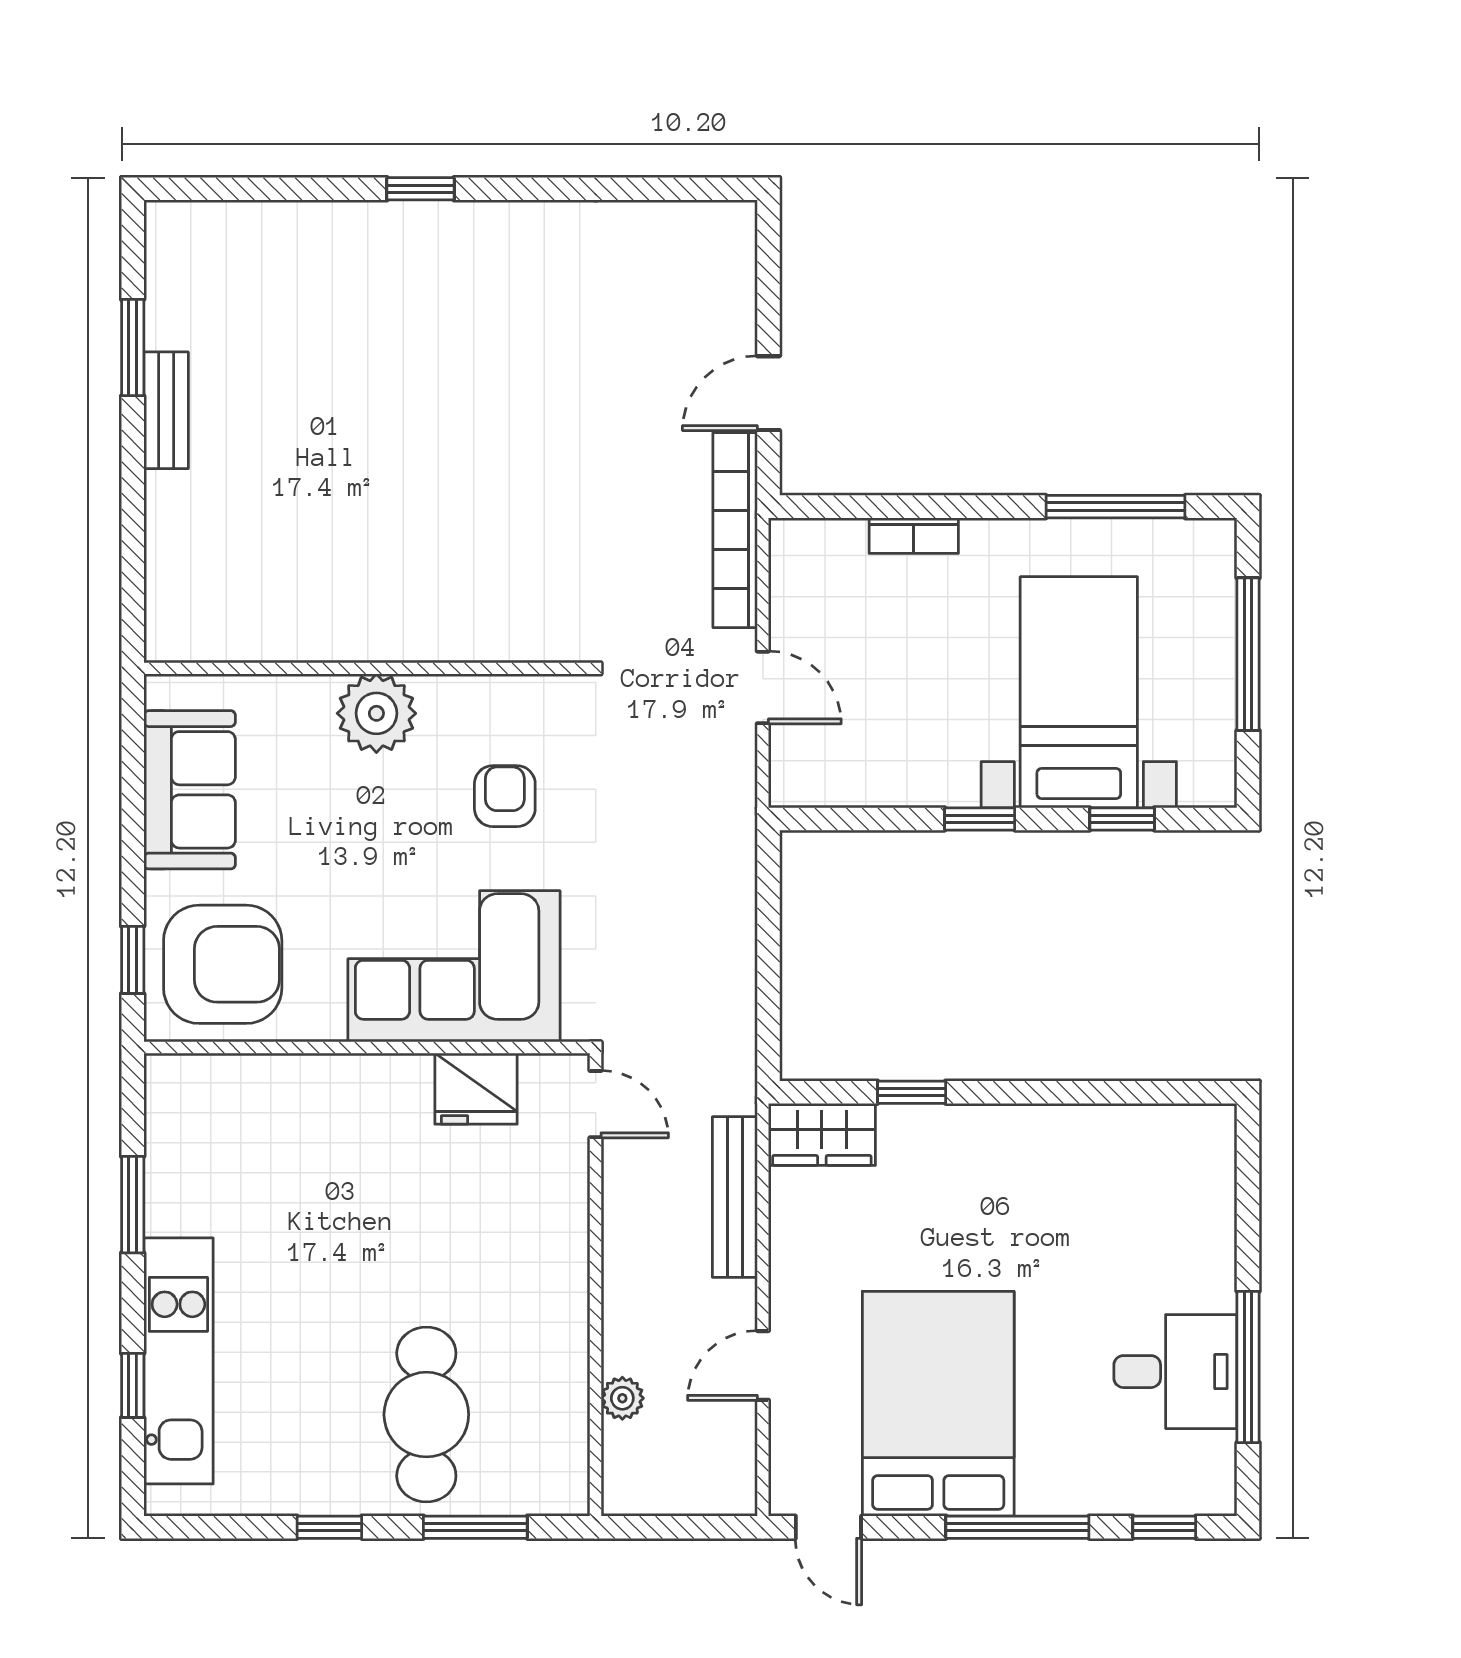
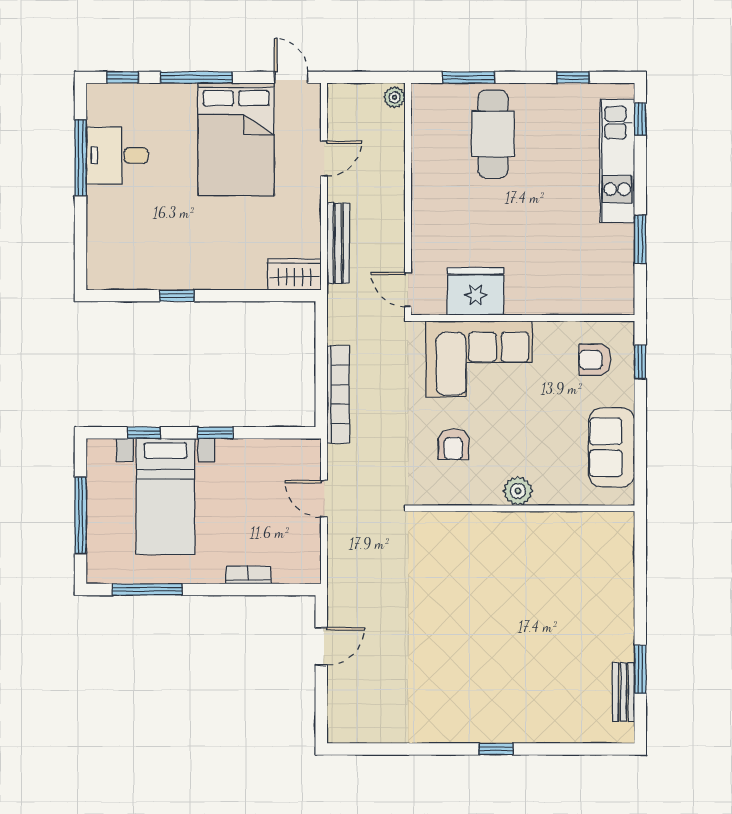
bench: (166, 410) -> (623, 692), moved
bookcase: (735, 530) -> (338, 394), moved
plant: (376, 713) -> (518, 491), width x0.73, depth x0.73
armchair: (223, 964) -> (595, 360), width x0.53, depth x0.53
fridge: (476, 1089) -> (475, 291), width x1.36, depth x1.34
window: (912, 1092) -> (177, 296), moved
window: (133, 1385) -> (640, 119), moved
plant: (622, 1398) -> (395, 97), moved
window: (329, 1527) -> (573, 77), moved

